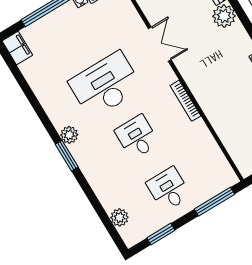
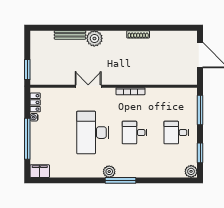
window: (67, 156) -> (121, 180), width x1.44
plant: (119, 217) -> (191, 171), moved

